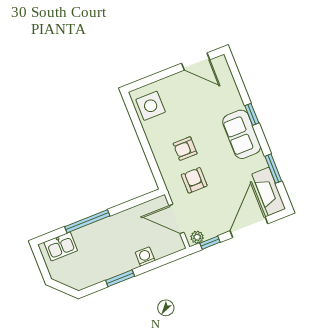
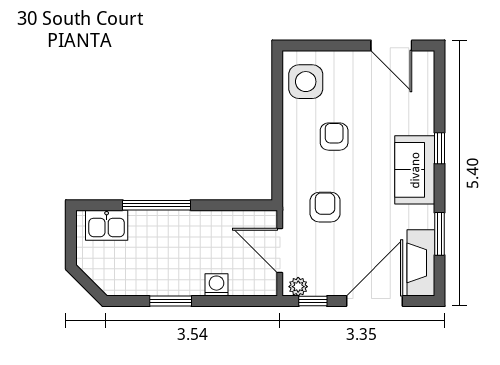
armchair: (185, 149) -> (334, 137), moved, turned 90

